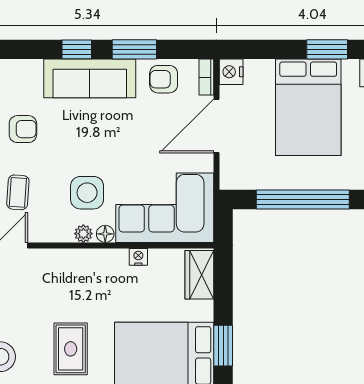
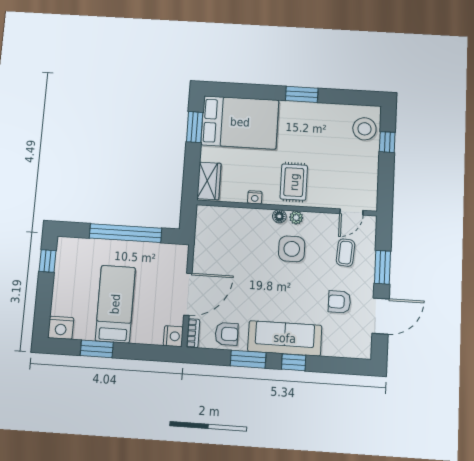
bed: (308, 107) -> (115, 304), width x0.67
corner sofa: (165, 208) -> (232, 233), removed
rug: (71, 349) -> (294, 182), moved

